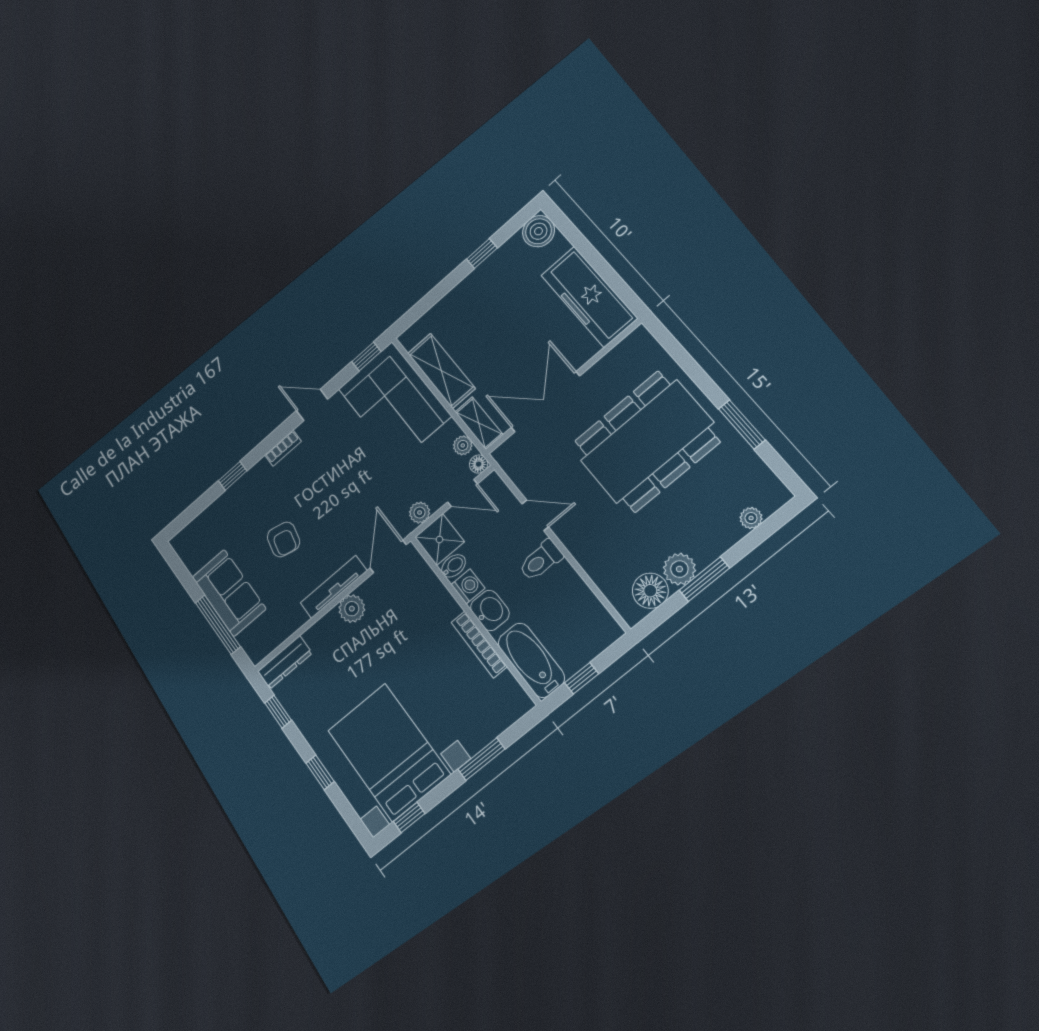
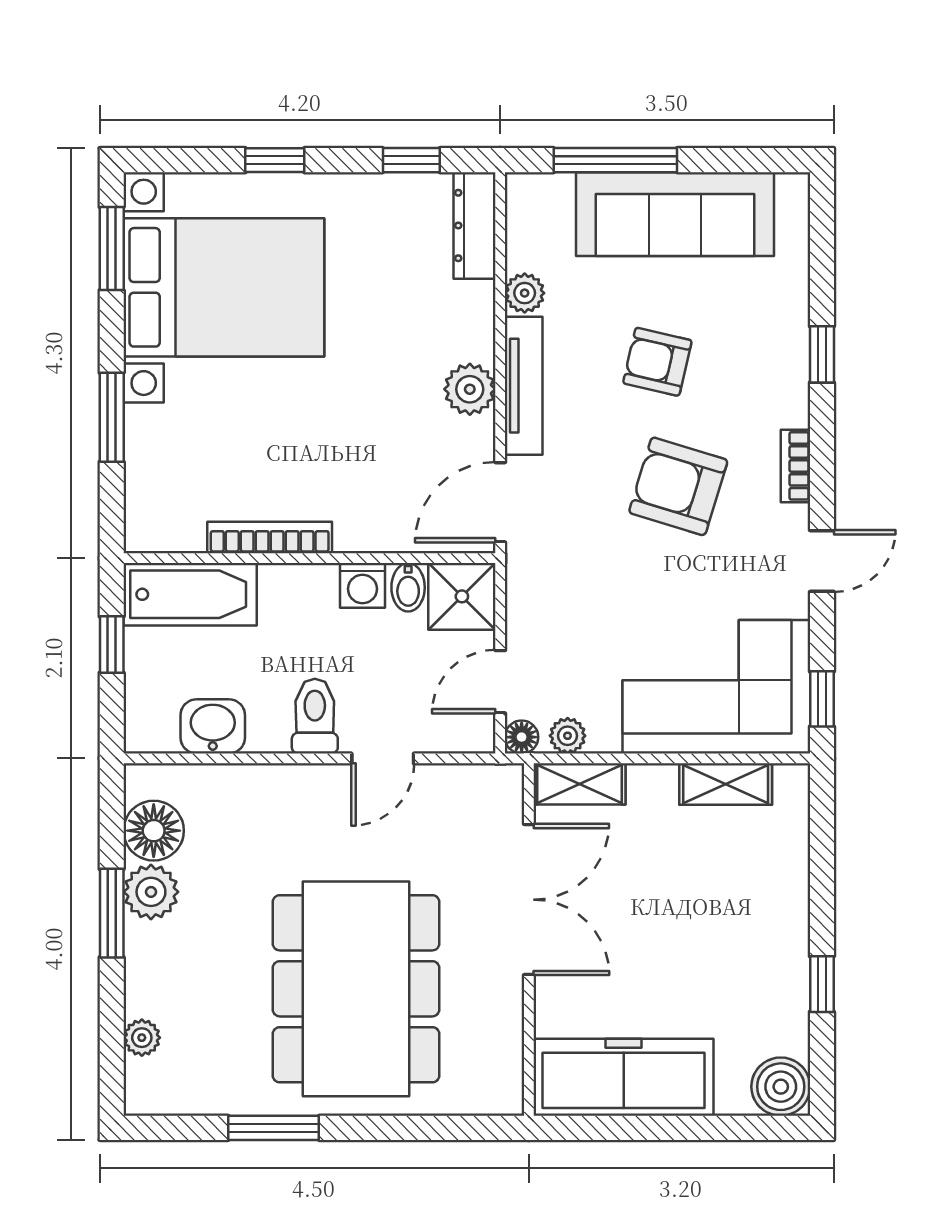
shelving: (441, 371) -> (726, 784), width x0.67, depth x0.75
armchair: (326, 488) -> (678, 486), added
plant: (420, 513) -> (525, 293), moved
door: (388, 556) -> (500, 502), swing flipped
sofa: (229, 593) -> (675, 214), width x1.36
washbasin: (490, 610) -> (213, 726), moved, turned 180
window: (409, 817) -> (112, 249), width x1.50

